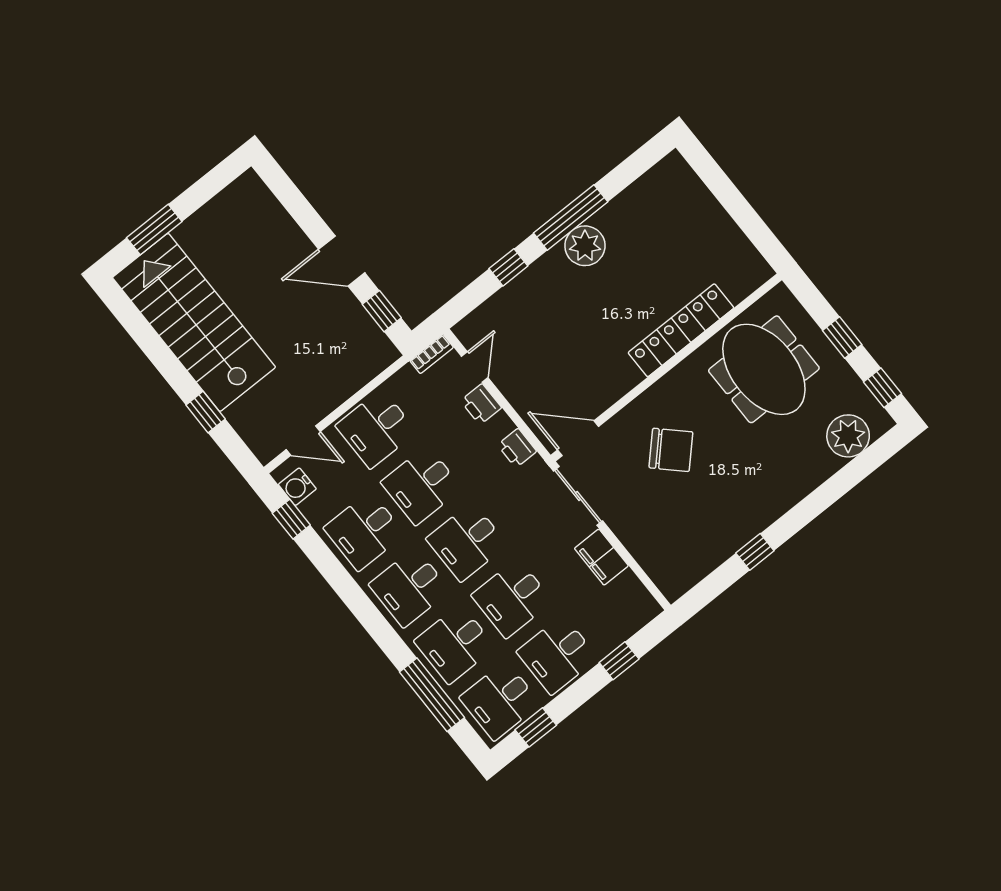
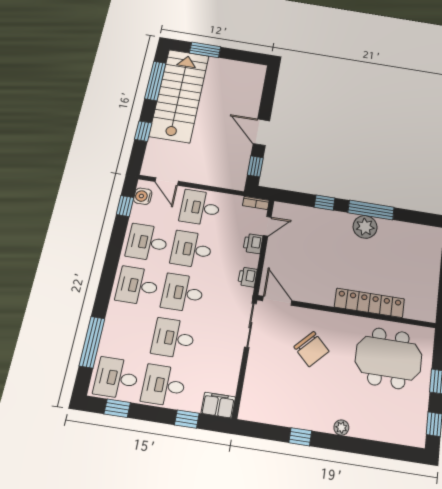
window: (144, 336) -> (155, 81), added
meeting table: (764, 369) -> (389, 358), turned 90
plant: (848, 436) -> (341, 428), moved, width x0.53, depth x0.53
filing cabinet: (601, 557) -> (218, 405), moved, turned 90
desk: (455, 644) -> (127, 331), removed

